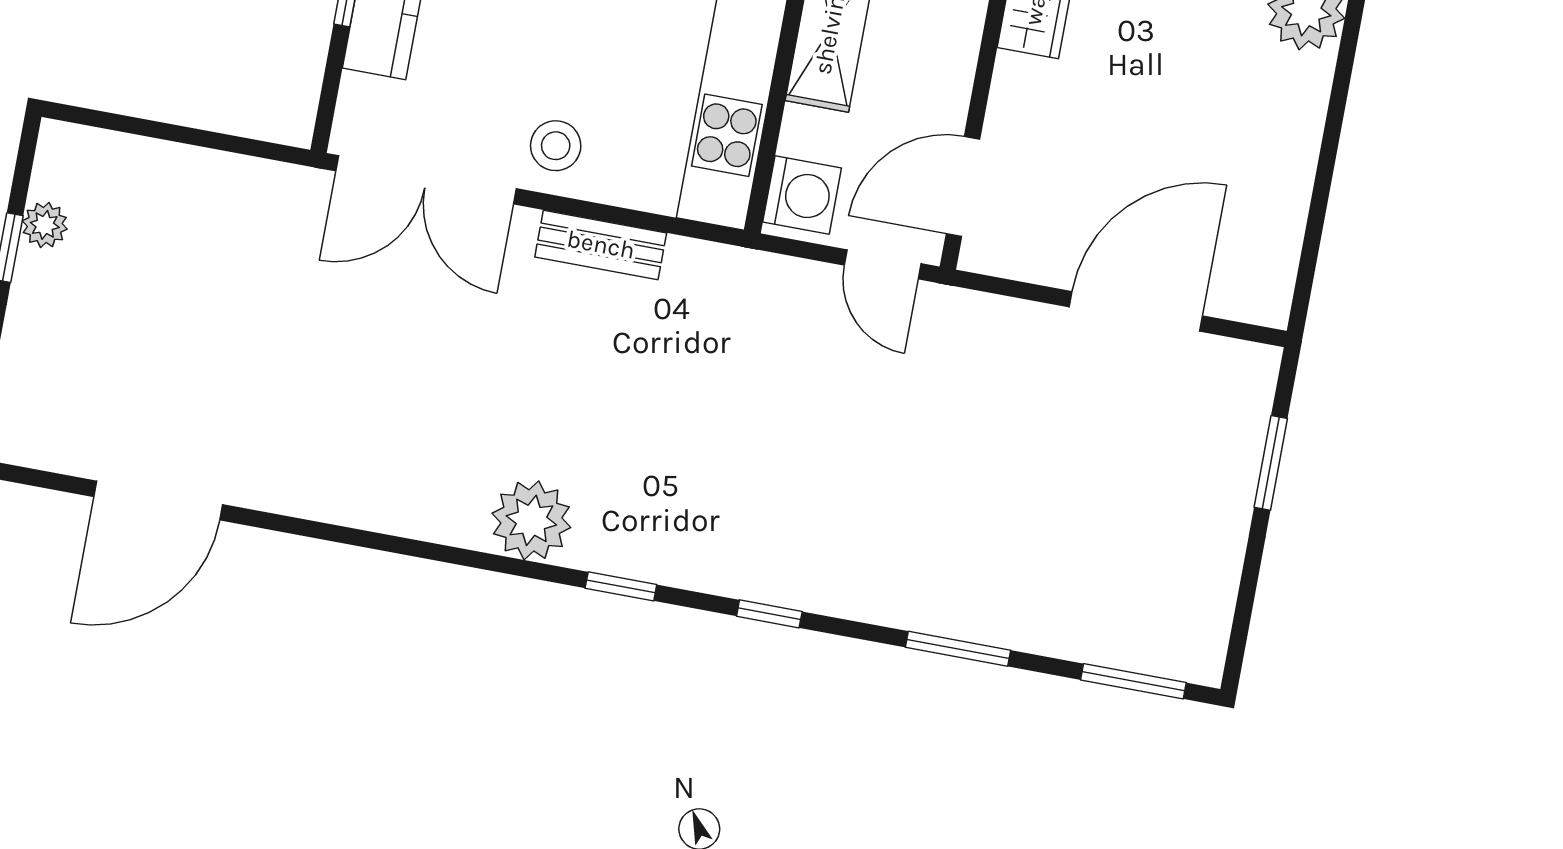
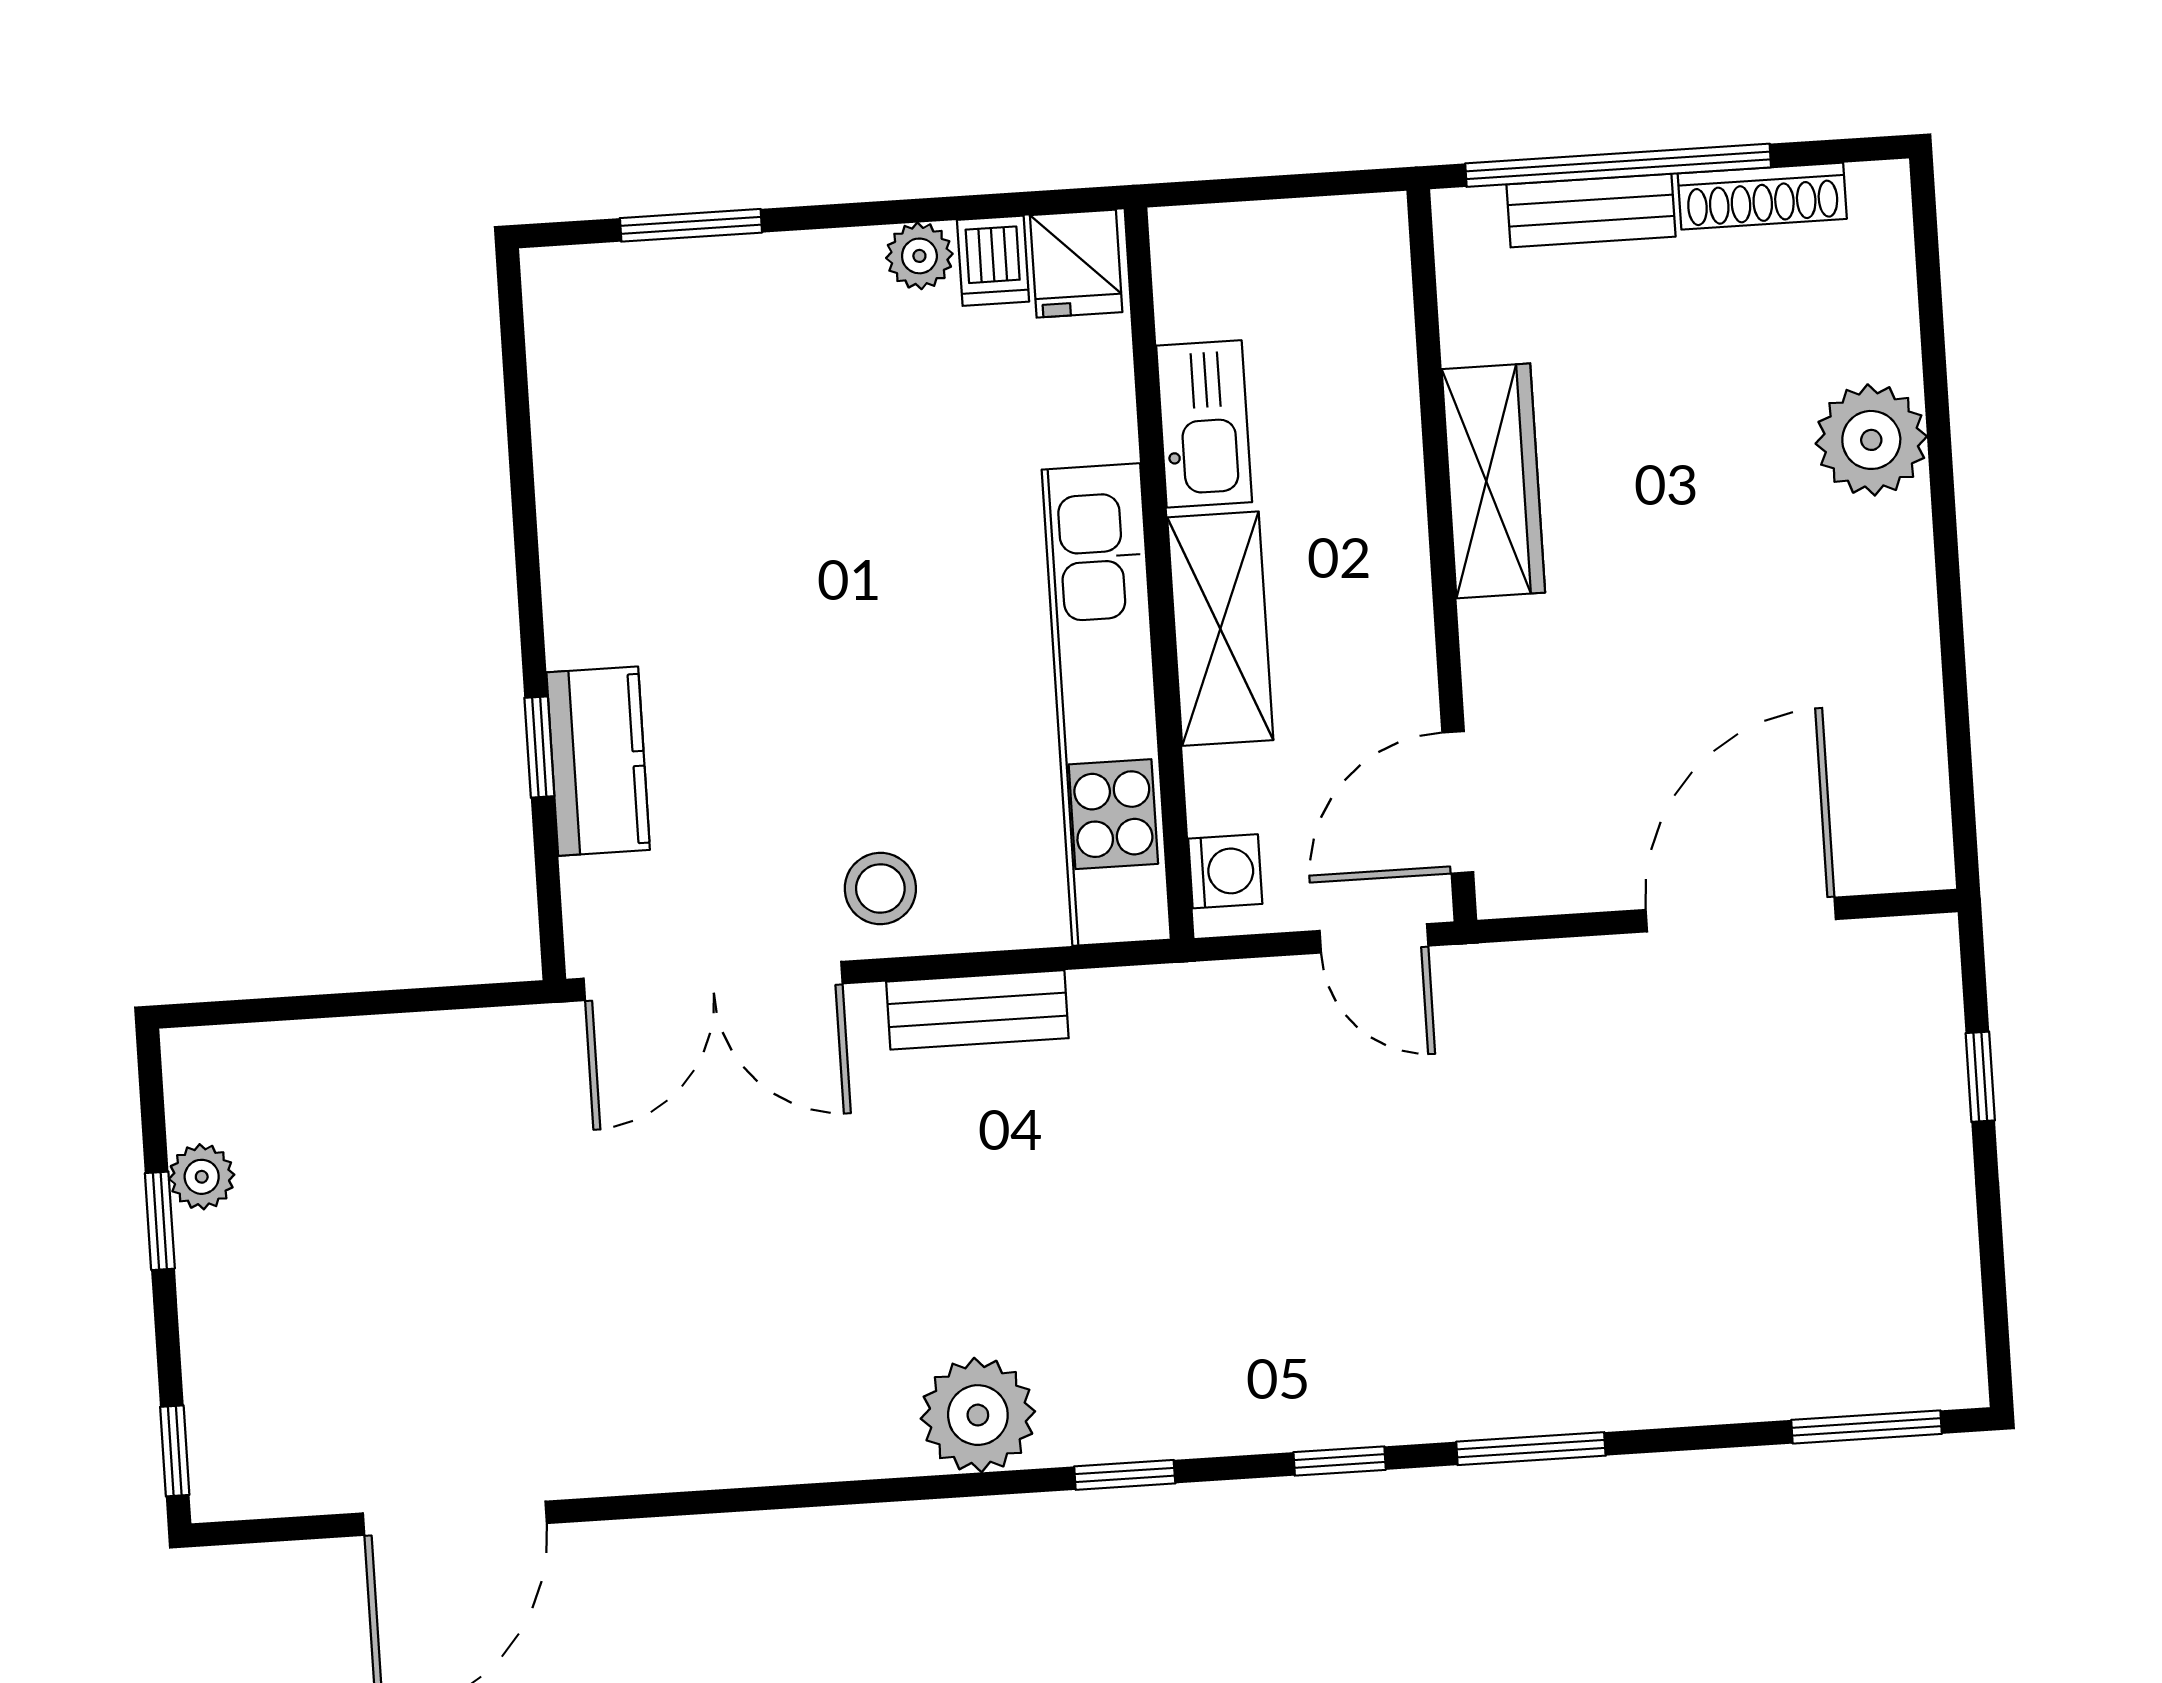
washing machine: (802, 195) -> (1225, 871), width x0.73, depth x0.73
window: (1271, 463) -> (1980, 1077), width x0.67
window: (958, 649) -> (1531, 1449), moved

